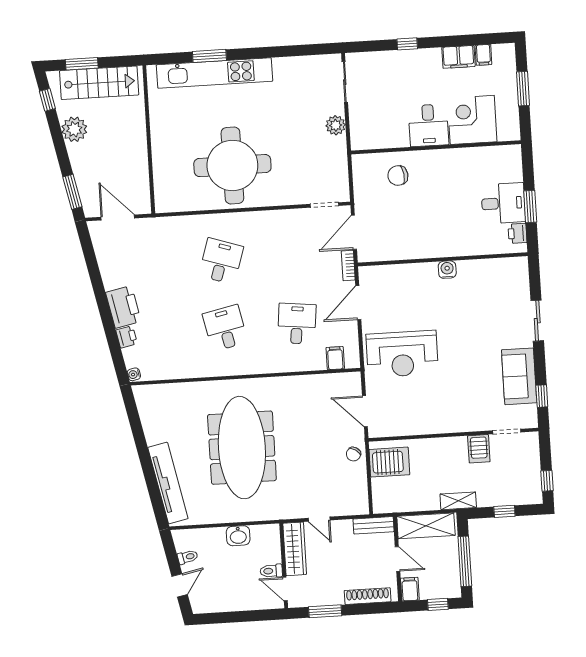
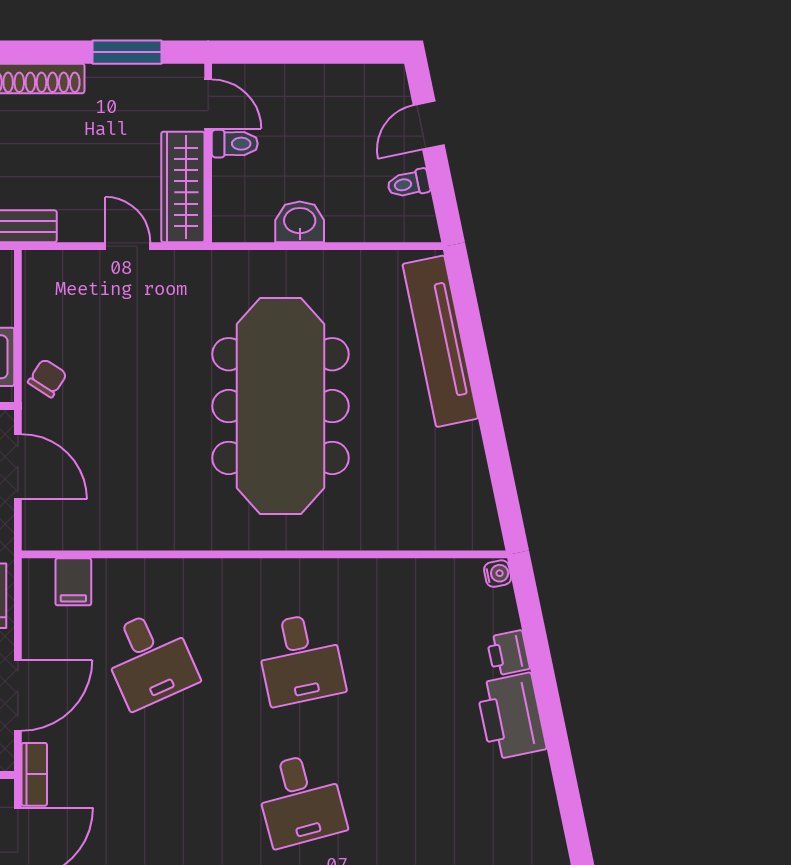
desk: (221, 261) -> (300, 800), turned -33
desk: (297, 324) -> (149, 659), turned -30

